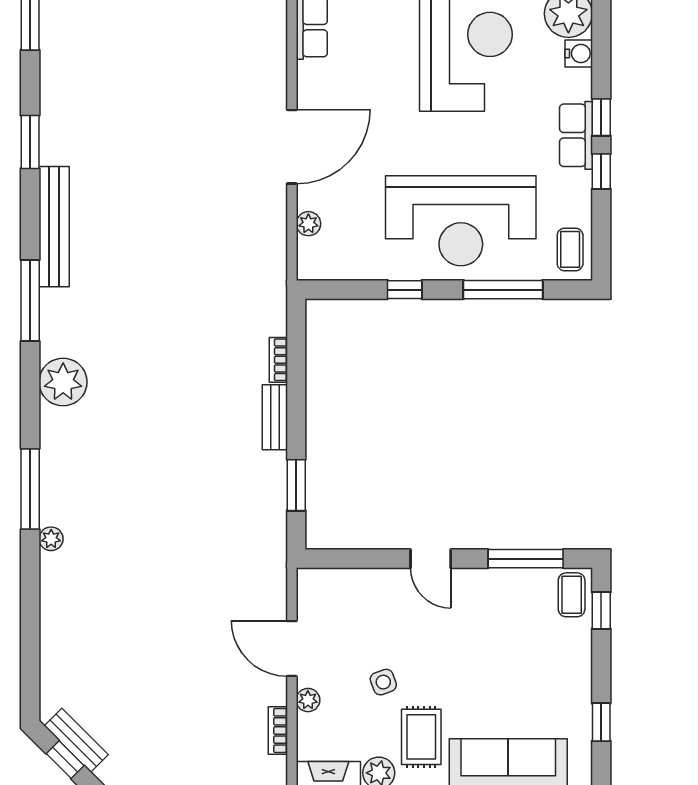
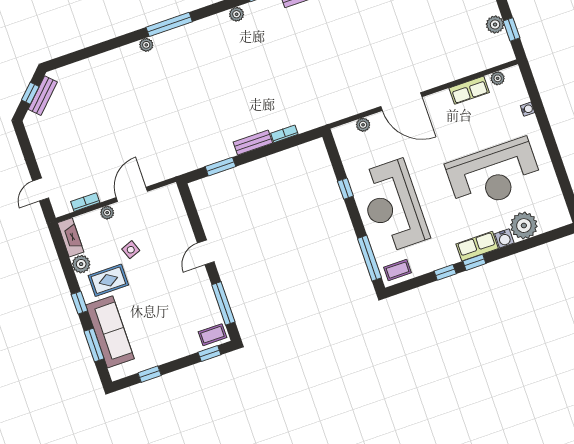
row of seats: (576, 135) -> (477, 246), moved
window: (503, 290) -> (369, 258), moved
plant: (63, 382) -> (237, 14), width x0.53, depth x0.53

